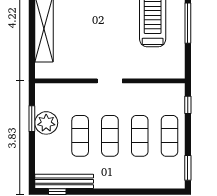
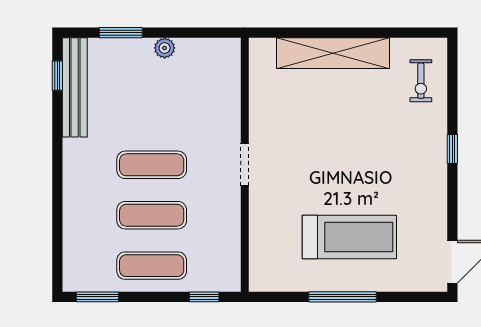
window: (32, 119) -> (121, 33), moved
plant: (46, 123) -> (165, 48), width x0.53, depth x0.53
exercise mat: (80, 136) -> (152, 114), removed

